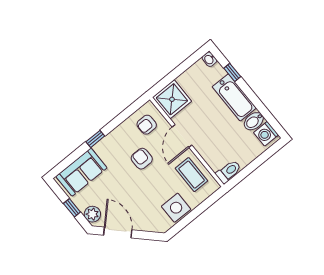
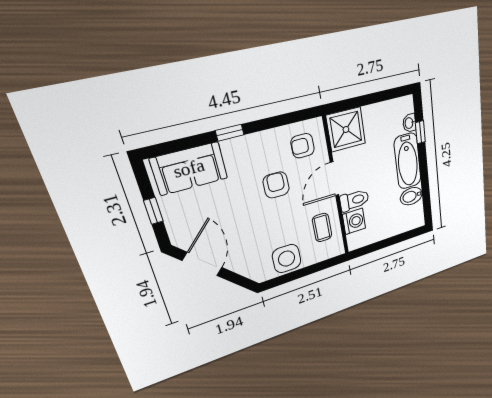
washbasin: (209, 59) -> (409, 123), moved
washing machine: (266, 134) -> (354, 221), moved, turned 180
toilet: (229, 172) -> (354, 200), moved
coffee table: (192, 175) -> (322, 228), width x0.73, depth x0.77
plant: (92, 214) -> (179, 230), removed

